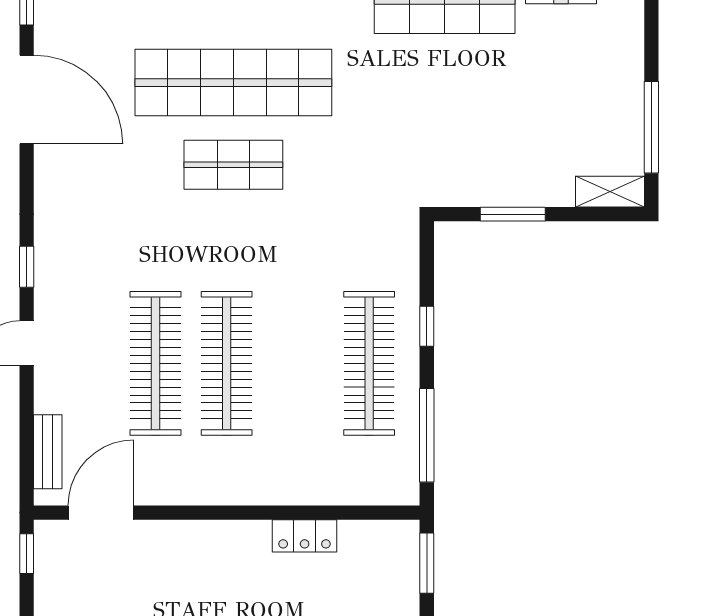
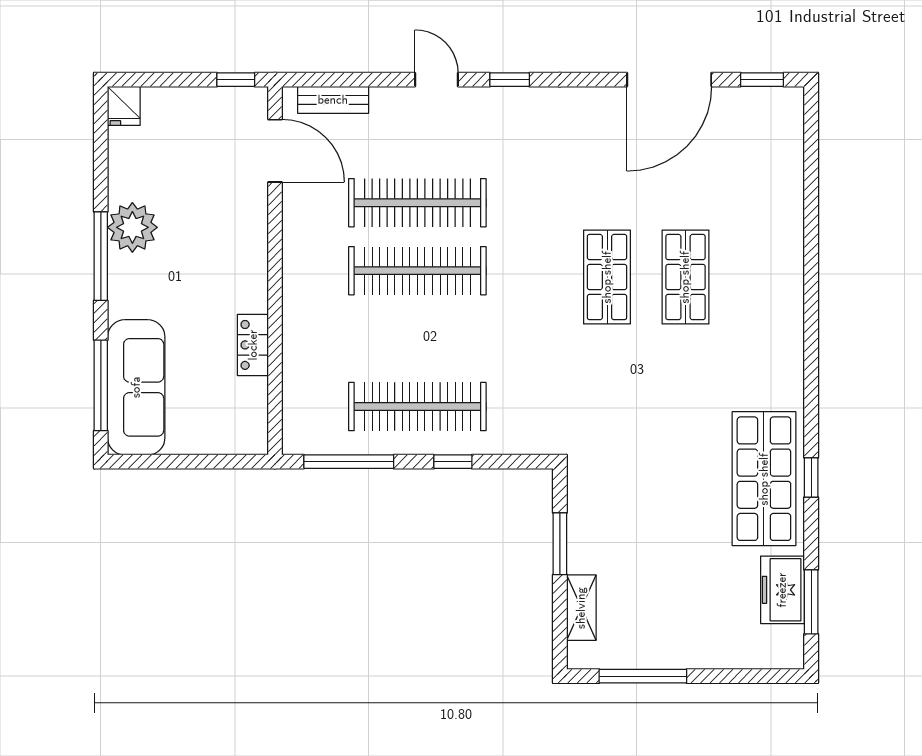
shop shelf: (233, 83) -> (685, 277), width x0.50, depth x0.74
shelving: (610, 192) -> (581, 608), moved
window: (427, 563) -> (227, 462), removed

